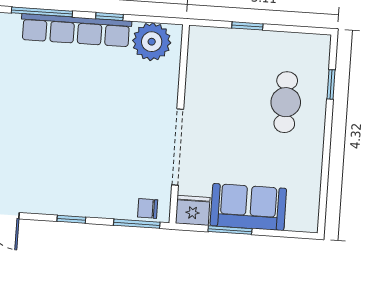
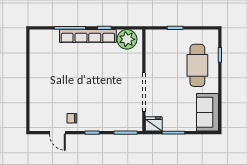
cafe table: (286, 102) -> (197, 65), width x1.37, depth x1.35
sofa: (248, 207) -> (207, 112), moved, turned -90
chair: (148, 208) -> (72, 118), moved

